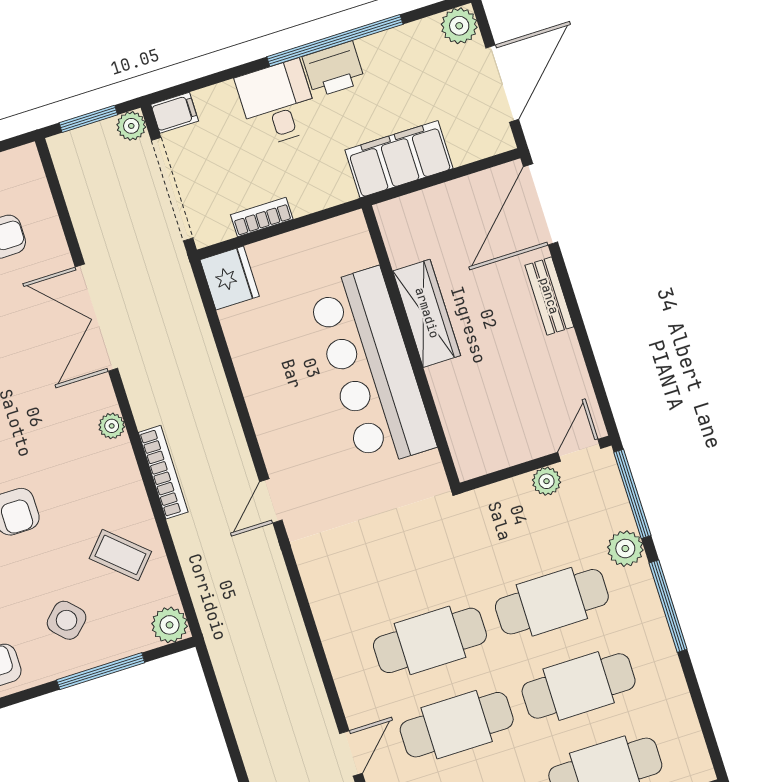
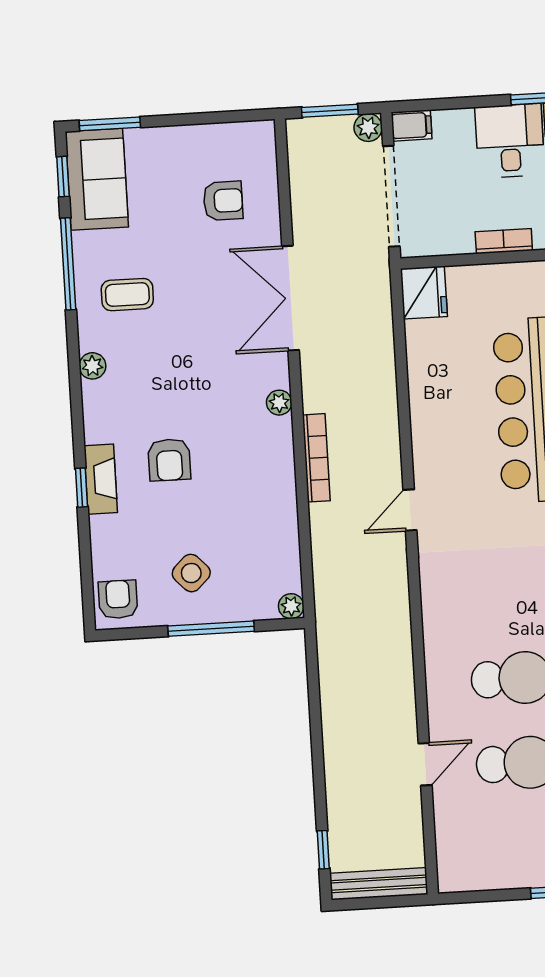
bookcase: (262, 217) -> (504, 241), moved
coffee table: (120, 555) -> (257, 525), removed
plant: (170, 625) -> (291, 606), width x0.73, depth x0.73

